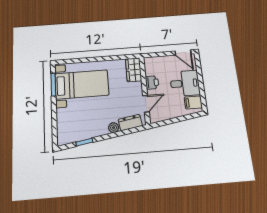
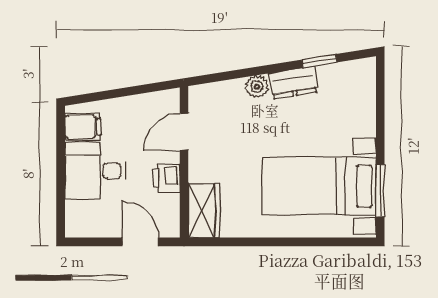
door: (183, 53) -> (141, 242), moved
dresser: (130, 123) -> (293, 83), moved

